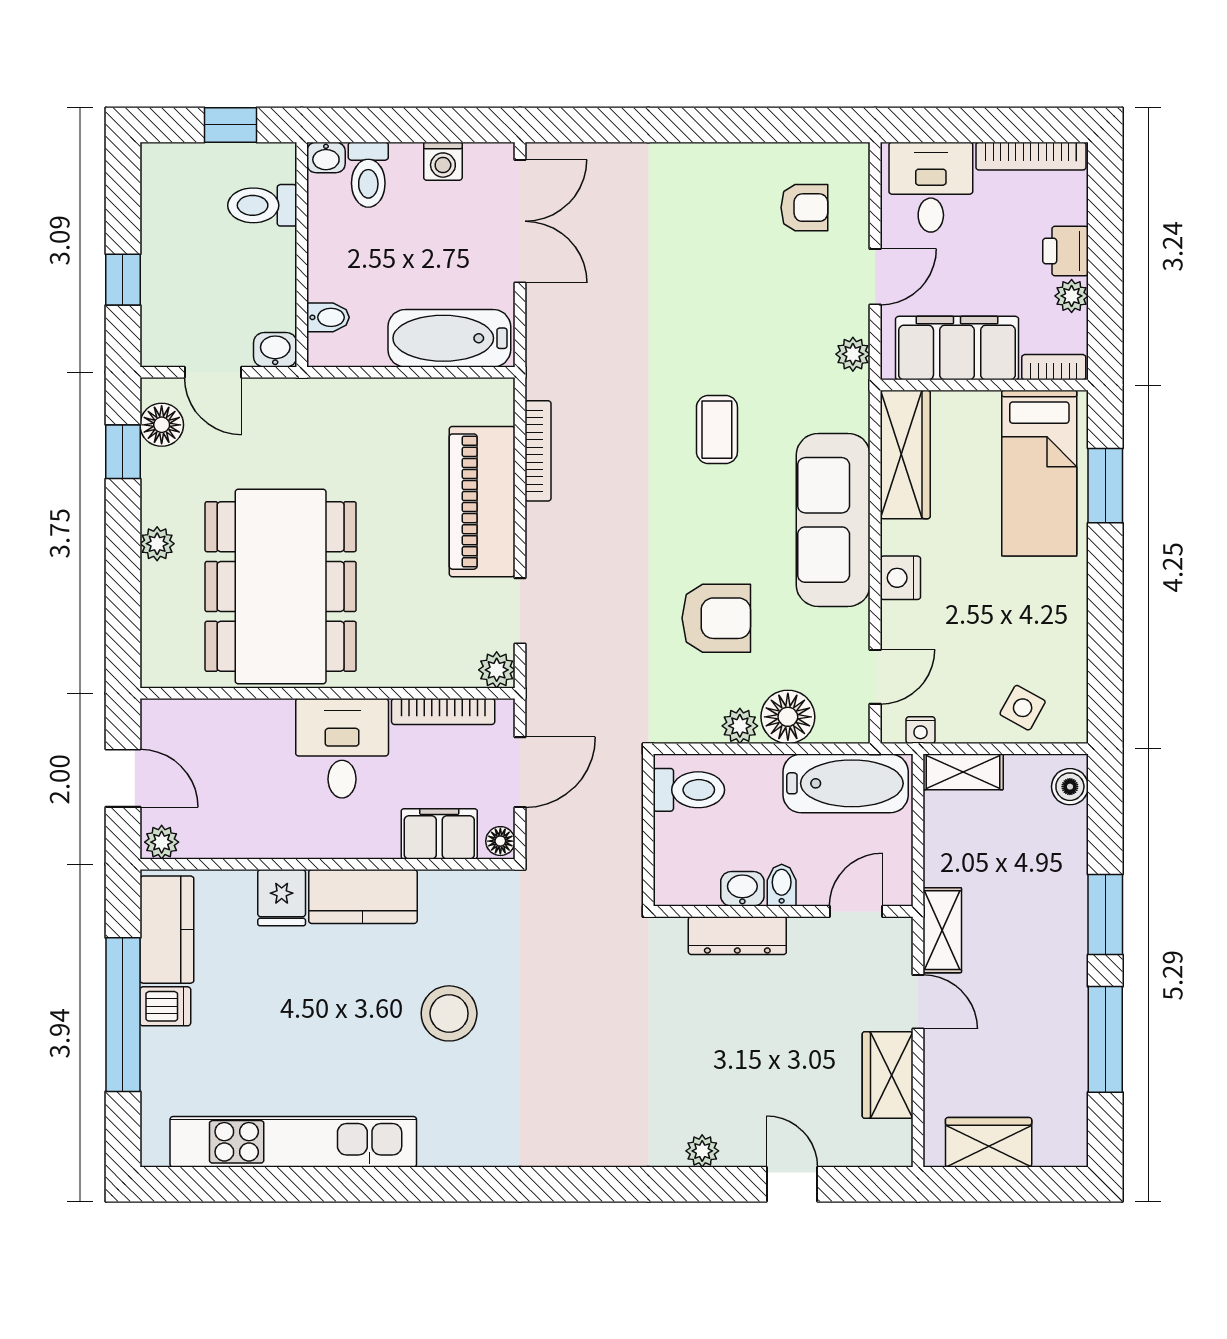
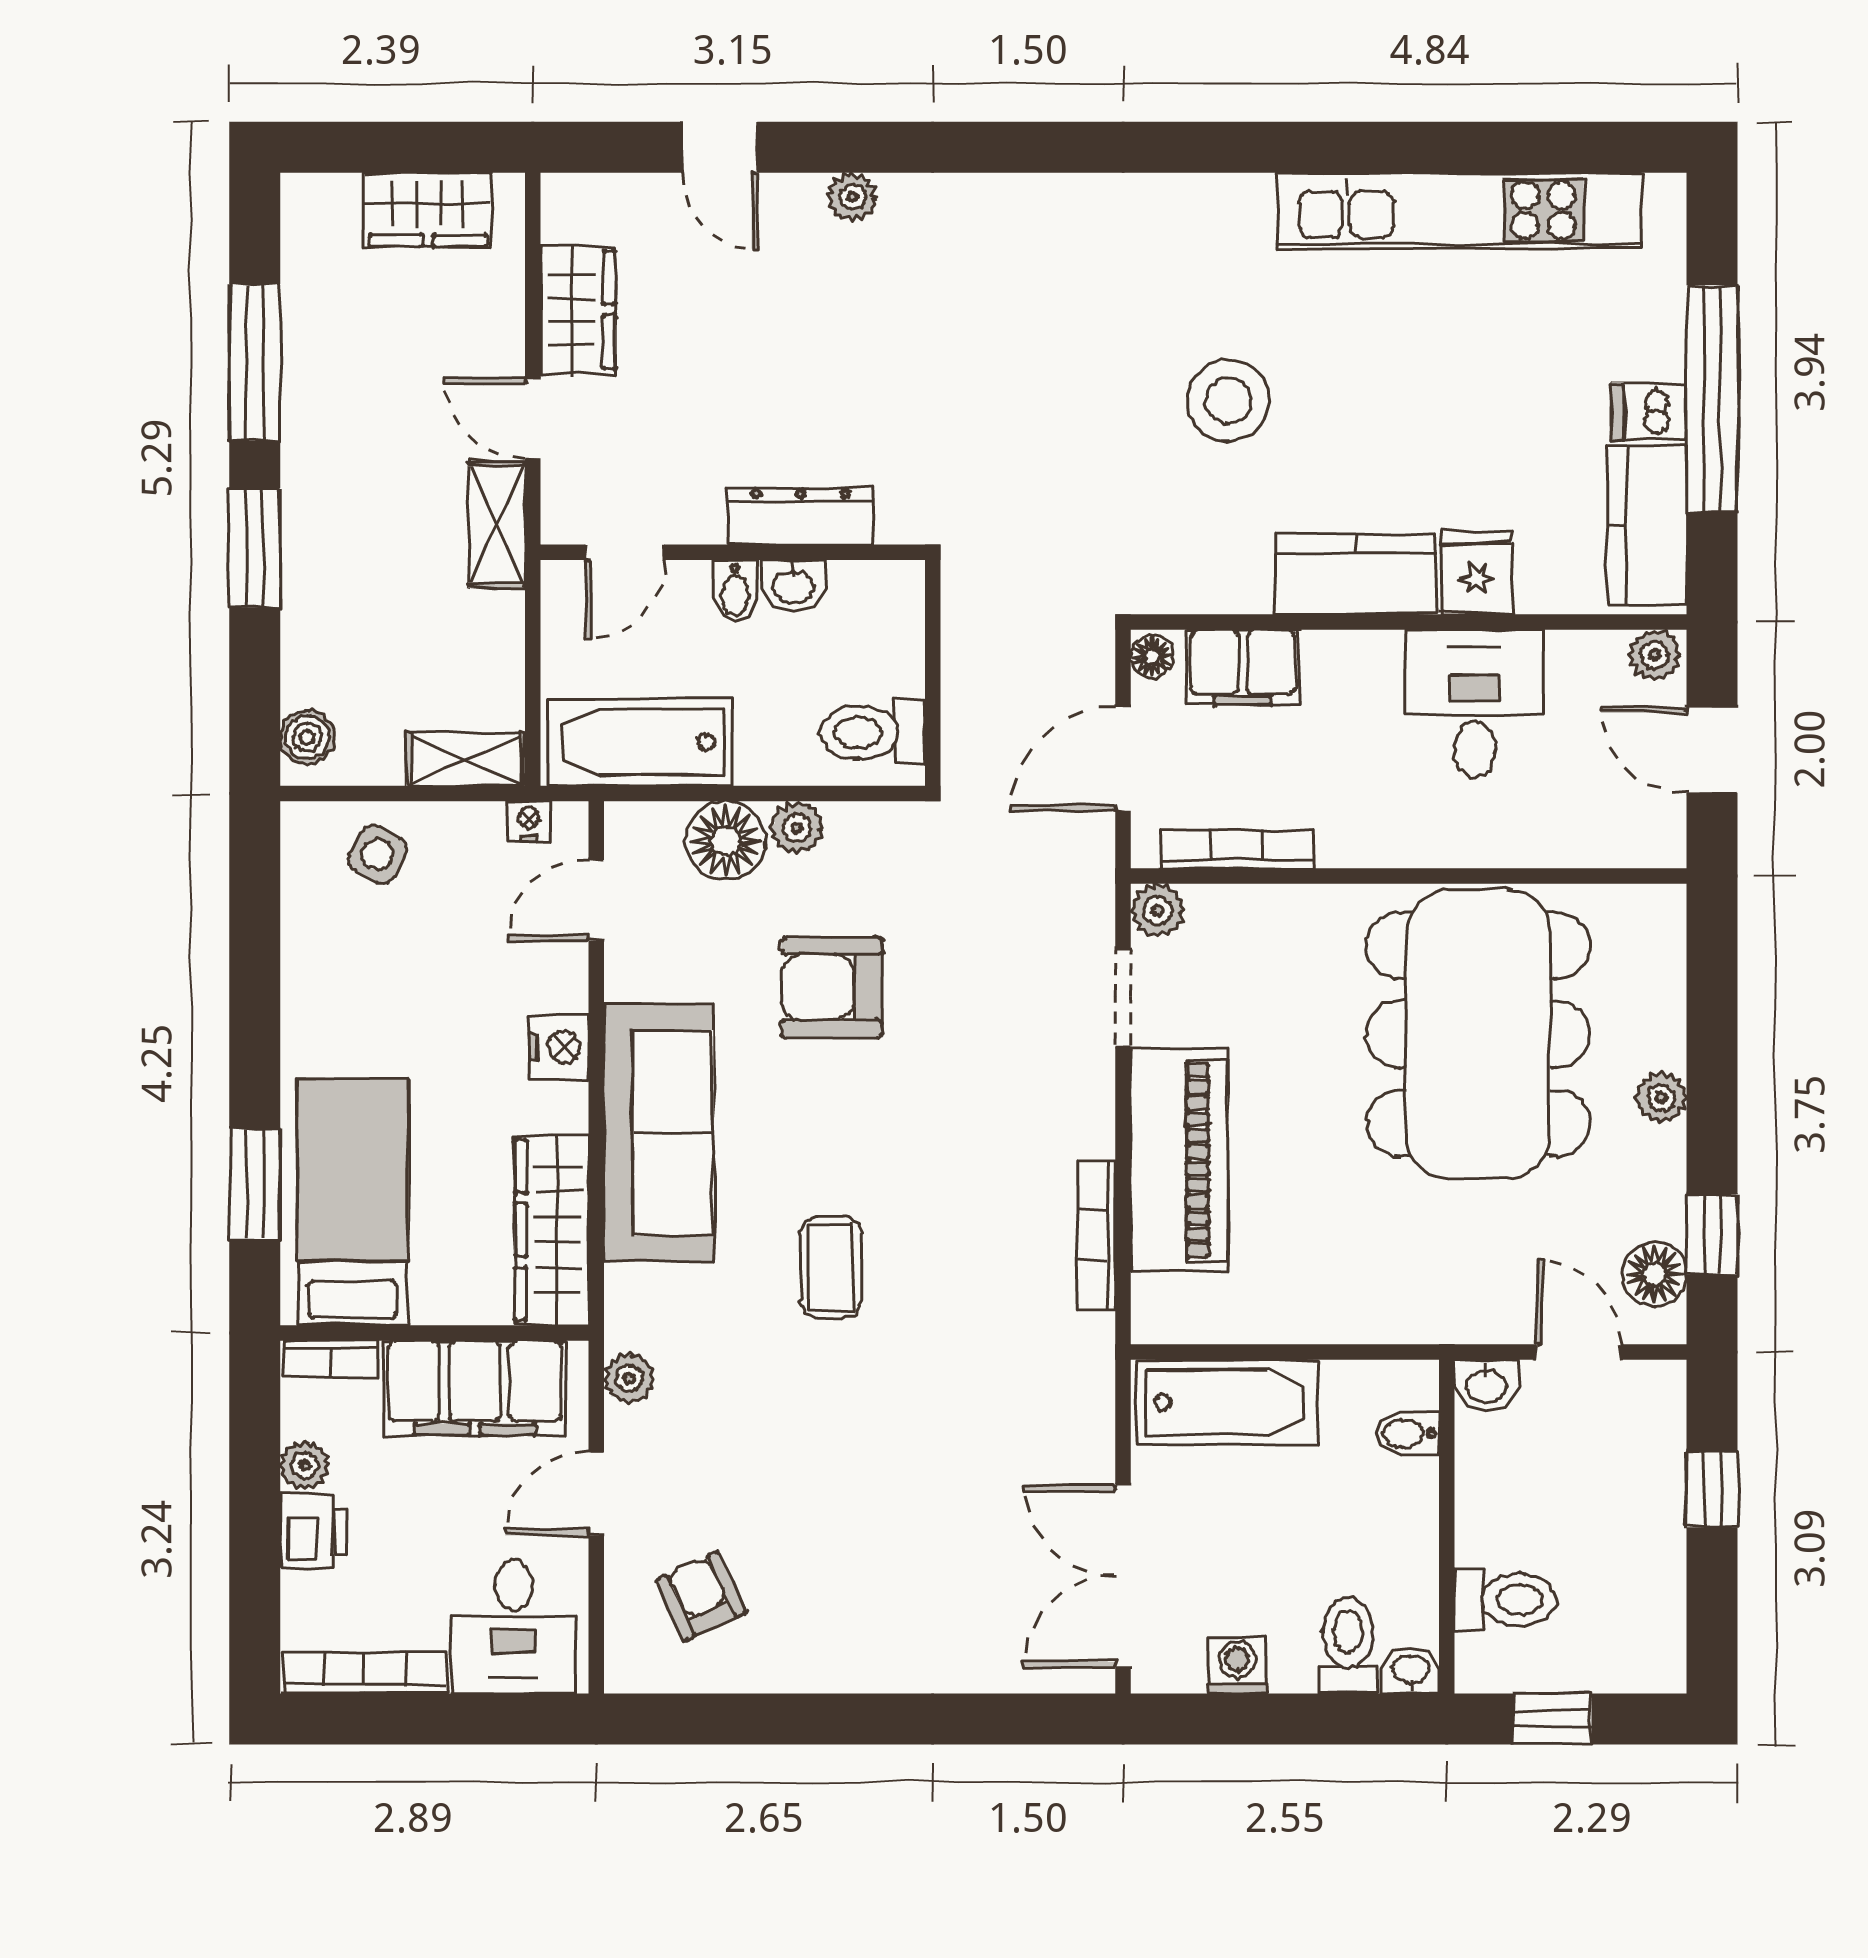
armchair: (804, 208) -> (701, 1596), turned 65
desk: (342, 748) -> (1474, 704), moved, turned 180

